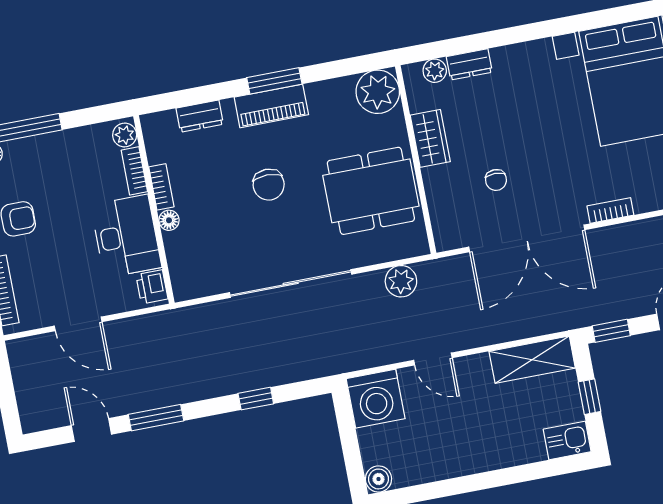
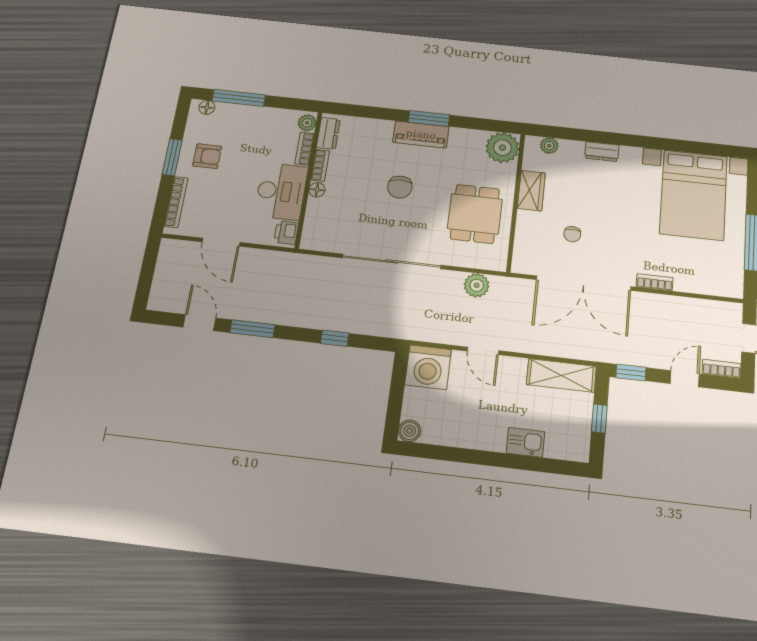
dresser: (469, 64) -> (602, 152), moved
dresser: (200, 116) -> (328, 133), moved, turned -90
dining table: (371, 191) -> (475, 214), width x0.73
kitchen sink: (567, 440) -> (525, 442), moved

